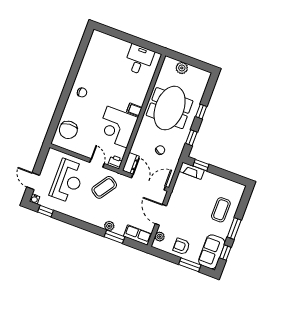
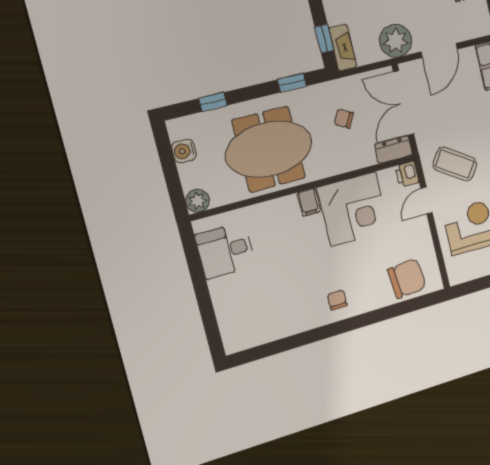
plant: (182, 68) -> (198, 201), moved
water cooler: (194, 72) -> (184, 151), added
window: (201, 112) -> (213, 102), moved
plant: (160, 237) -> (396, 41), moved, width x1.88, depth x1.88

